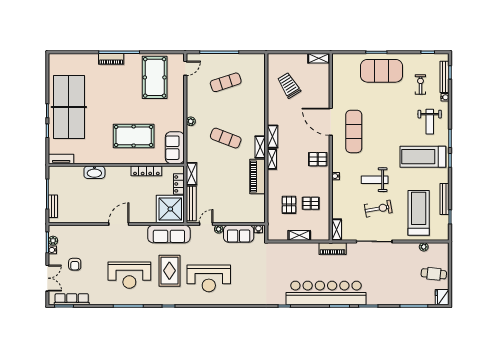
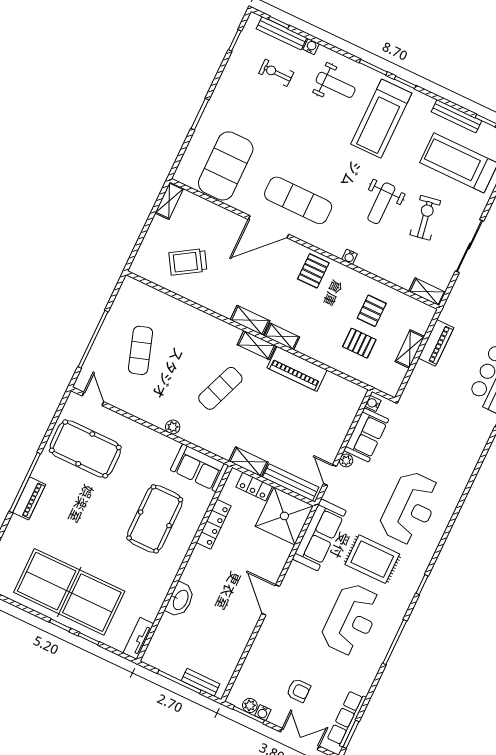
exercise mat: (382, 71) -> (226, 166), moved
piano: (333, 249) -> (436, 343), moved

